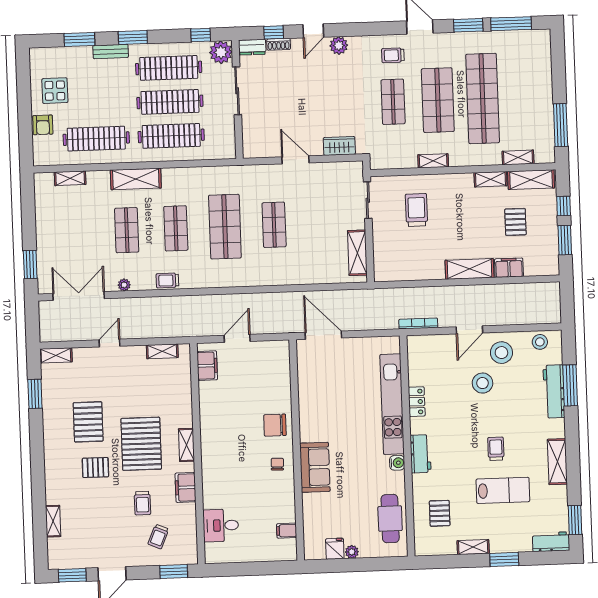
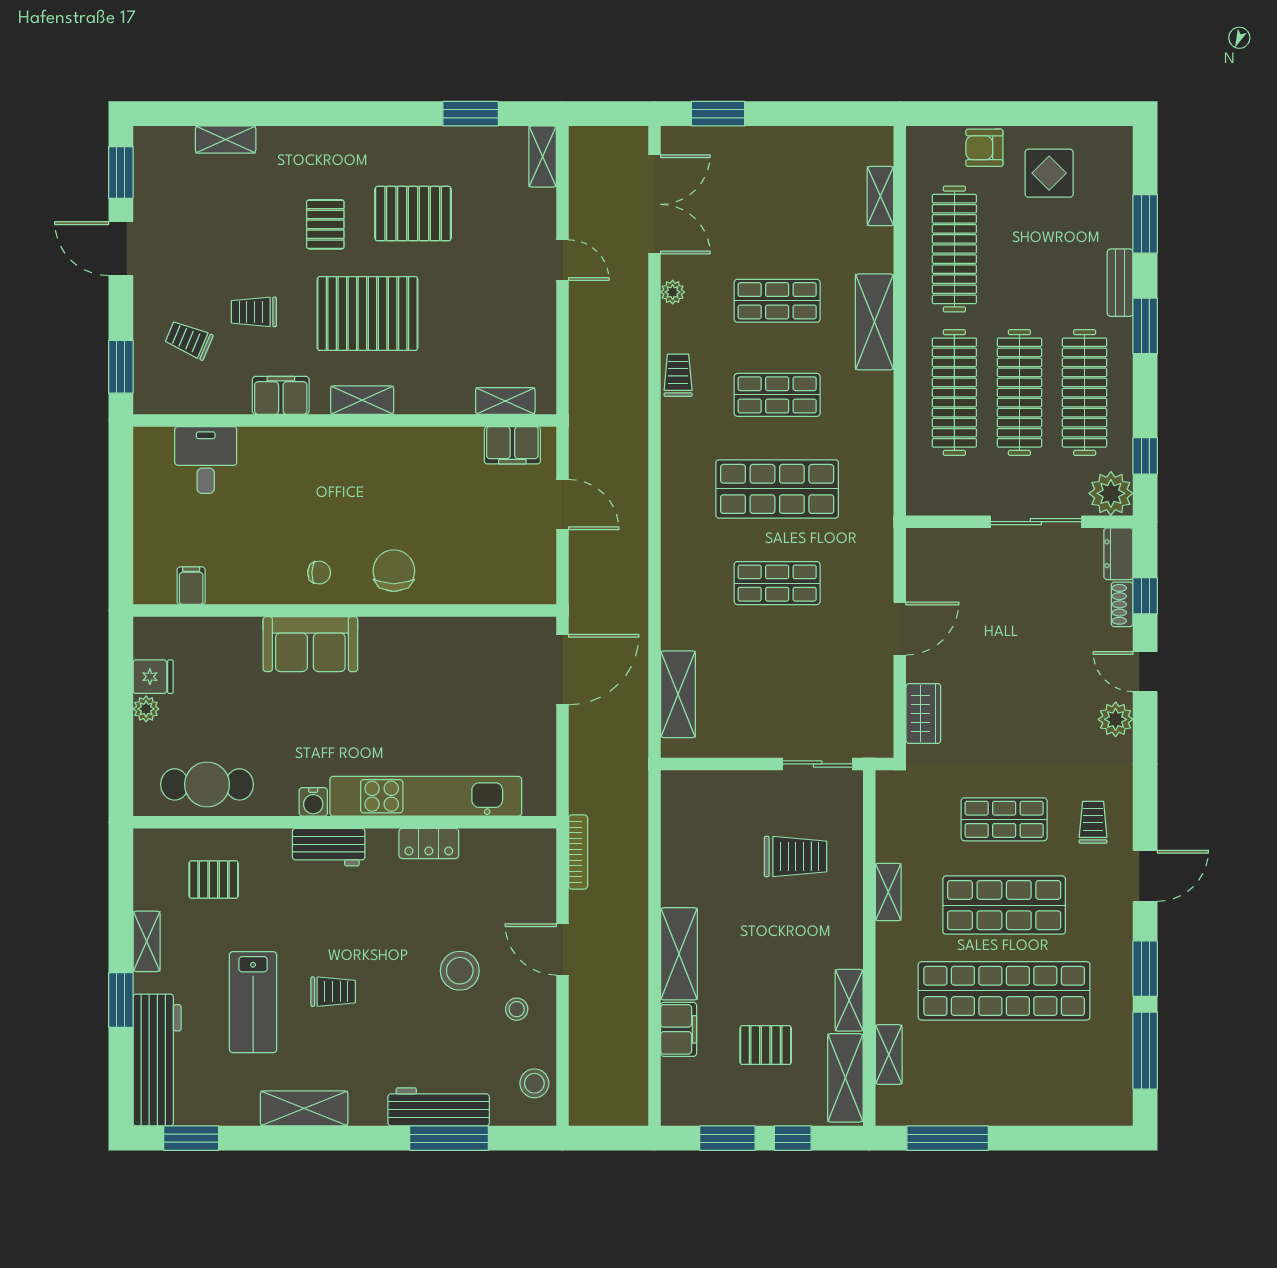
shelving: (357, 253) -> (678, 694), moved, turned 90
shelving: (162, 351) -> (505, 401), moved, turned 90
stool: (501, 353) -> (517, 1009), width x0.53, depth x0.53
workbench: (551, 542) -> (157, 1060), width x1.88, depth x1.32

